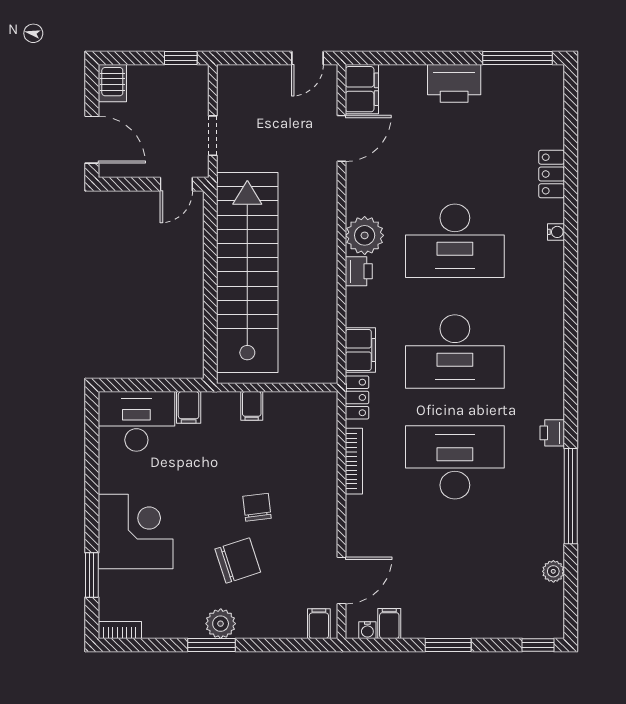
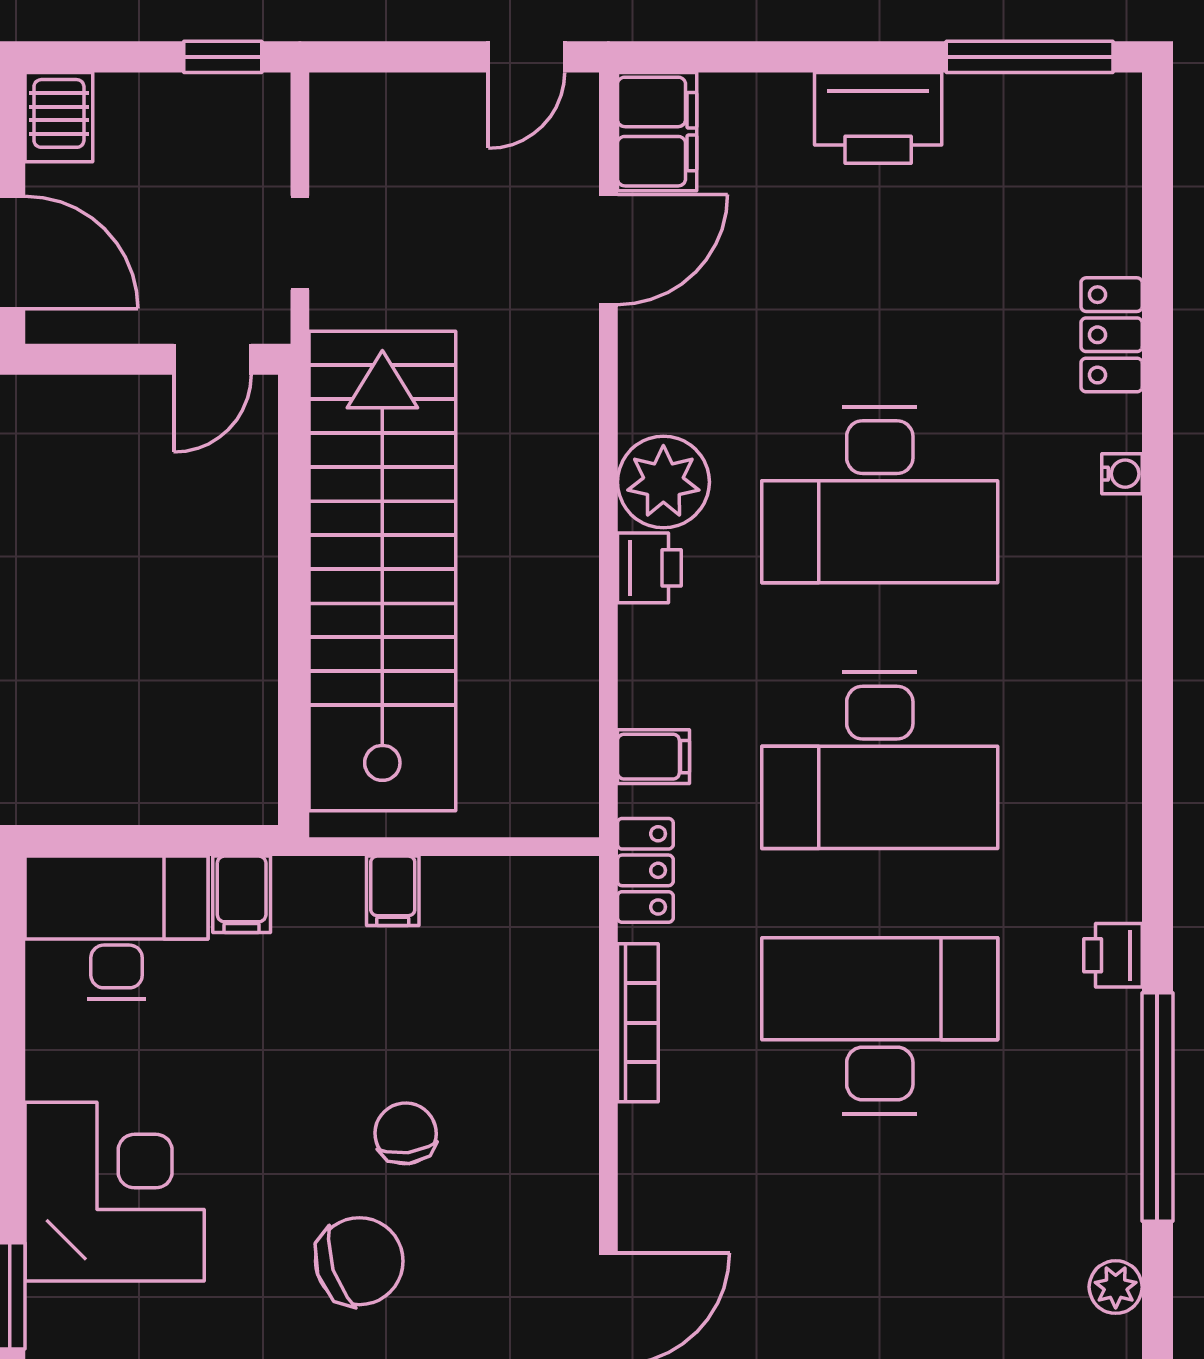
filing cabinet: (360, 350) -> (653, 757), width x0.50

